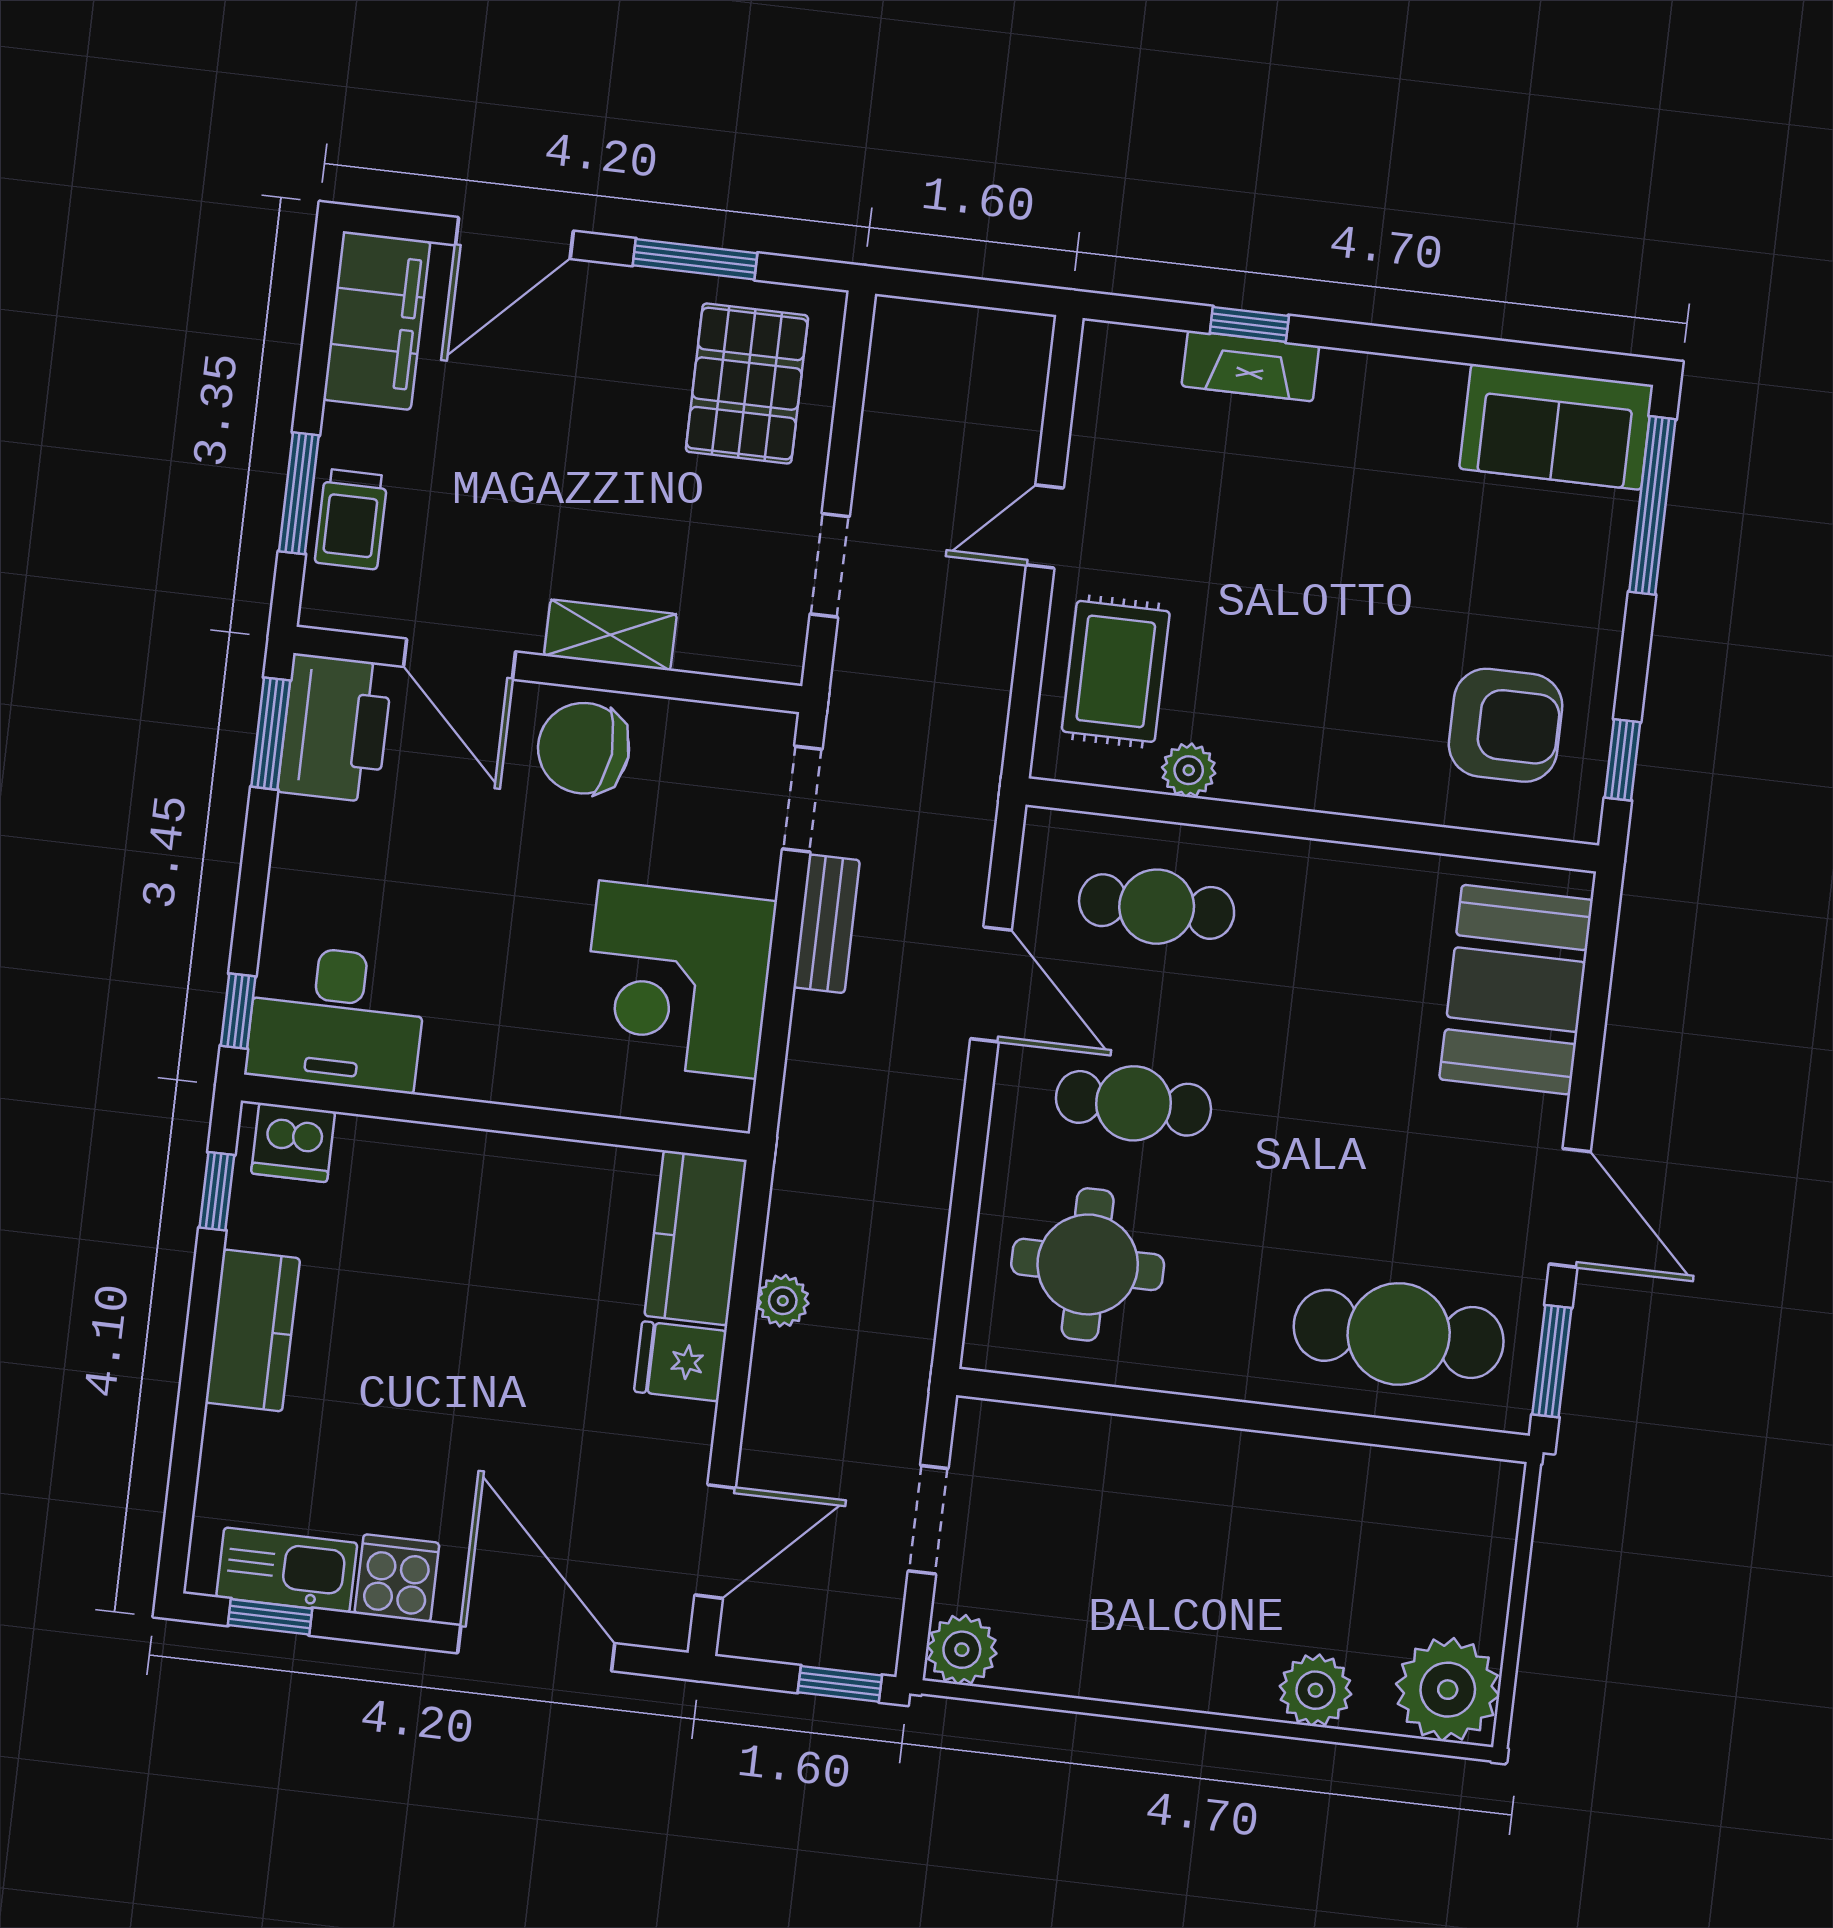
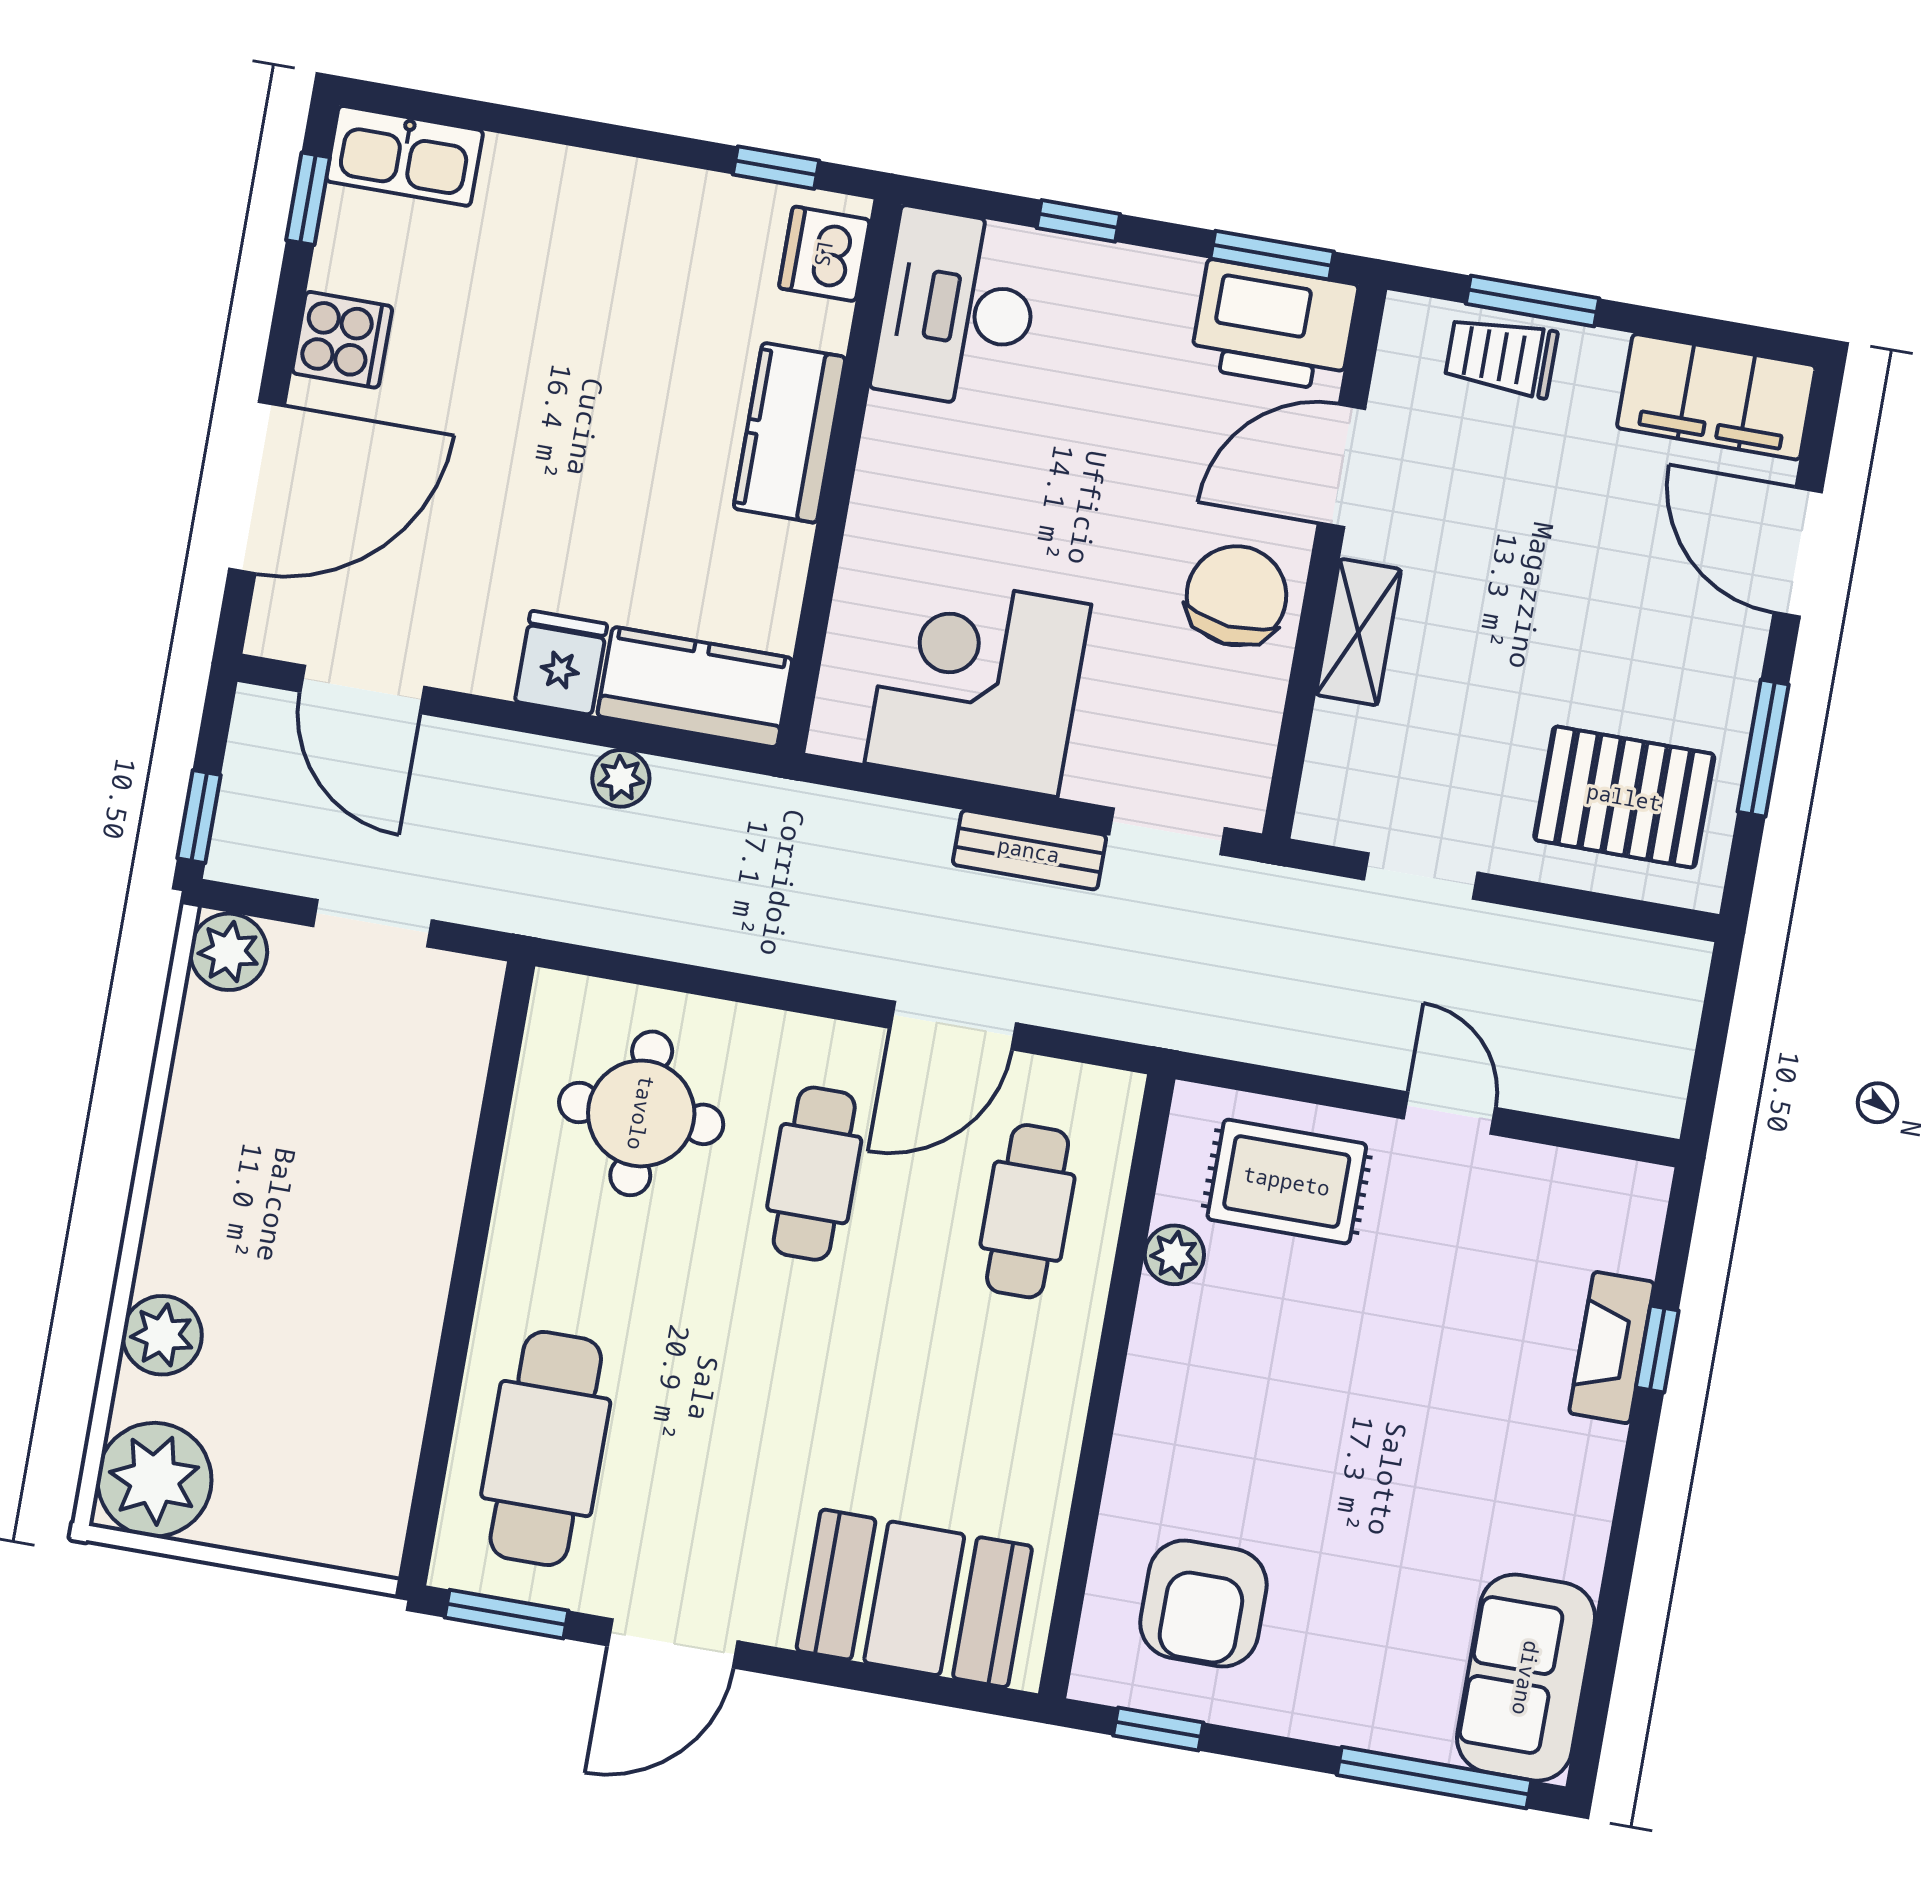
window: (238, 1011) -> (1078, 221), moved
kitchen counter: (253, 1330) -> (790, 433), moved, turned 90
kitchen sink: (287, 1570) -> (404, 156), moved, turned 90

